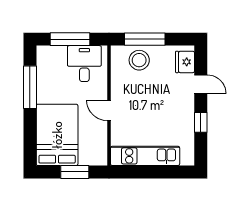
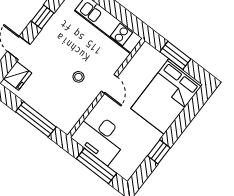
stool: (139, 60) -> (78, 77), moved, width x0.53, depth x0.53
desk: (84, 64) -> (100, 137), width x1.37
window: (30, 87) -> (159, 152), width x0.46

